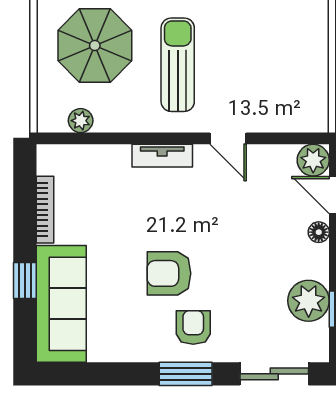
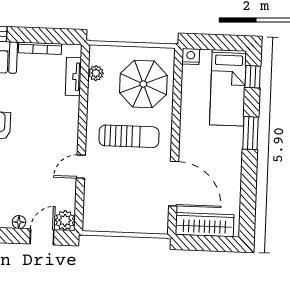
tv unit: (162, 156) -> (73, 76), moved

